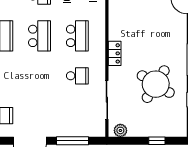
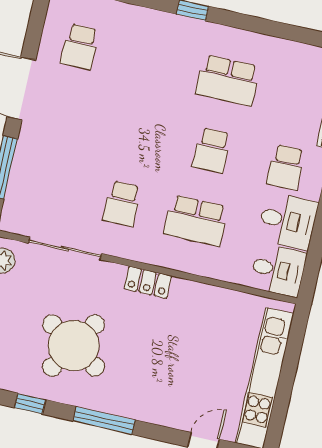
school desk: (40, 36) -> (212, 150), width x0.54

